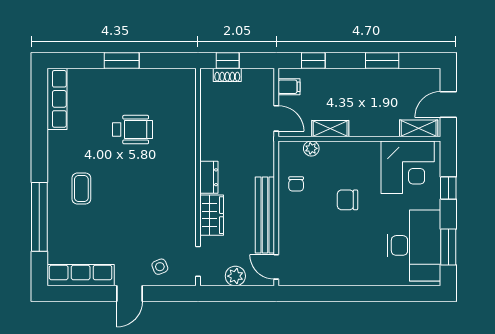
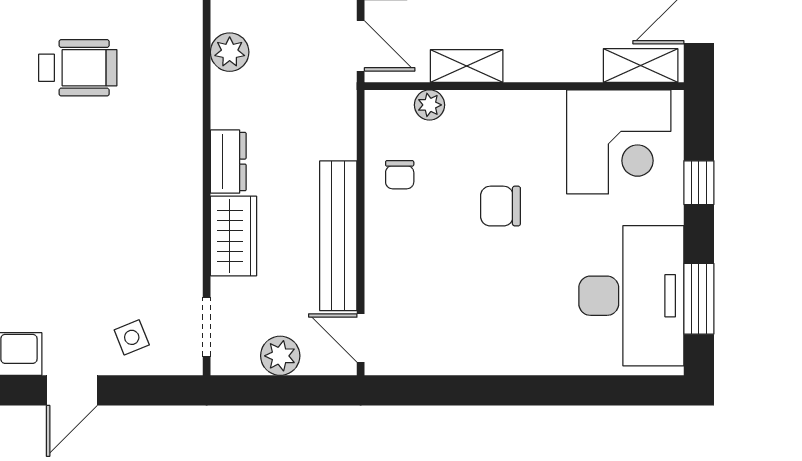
plant: (210, 122) -> (230, 52), added

